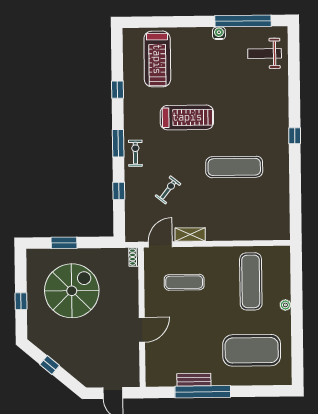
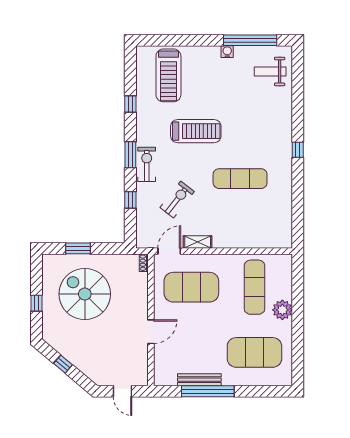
exercise bike: (135, 153) -> (147, 164), width x1.38, depth x1.39
exercise bike: (168, 190) -> (177, 200), width x1.38, depth x1.39
exercise mat: (184, 282) -> (191, 287), width x2.00, depth x1.45
spiral stairs: (72, 291) -> (85, 294), turned -90
plant: (285, 305) -> (282, 310), width x1.88, depth x1.88
bench: (194, 380) -> (199, 380), width x1.36

